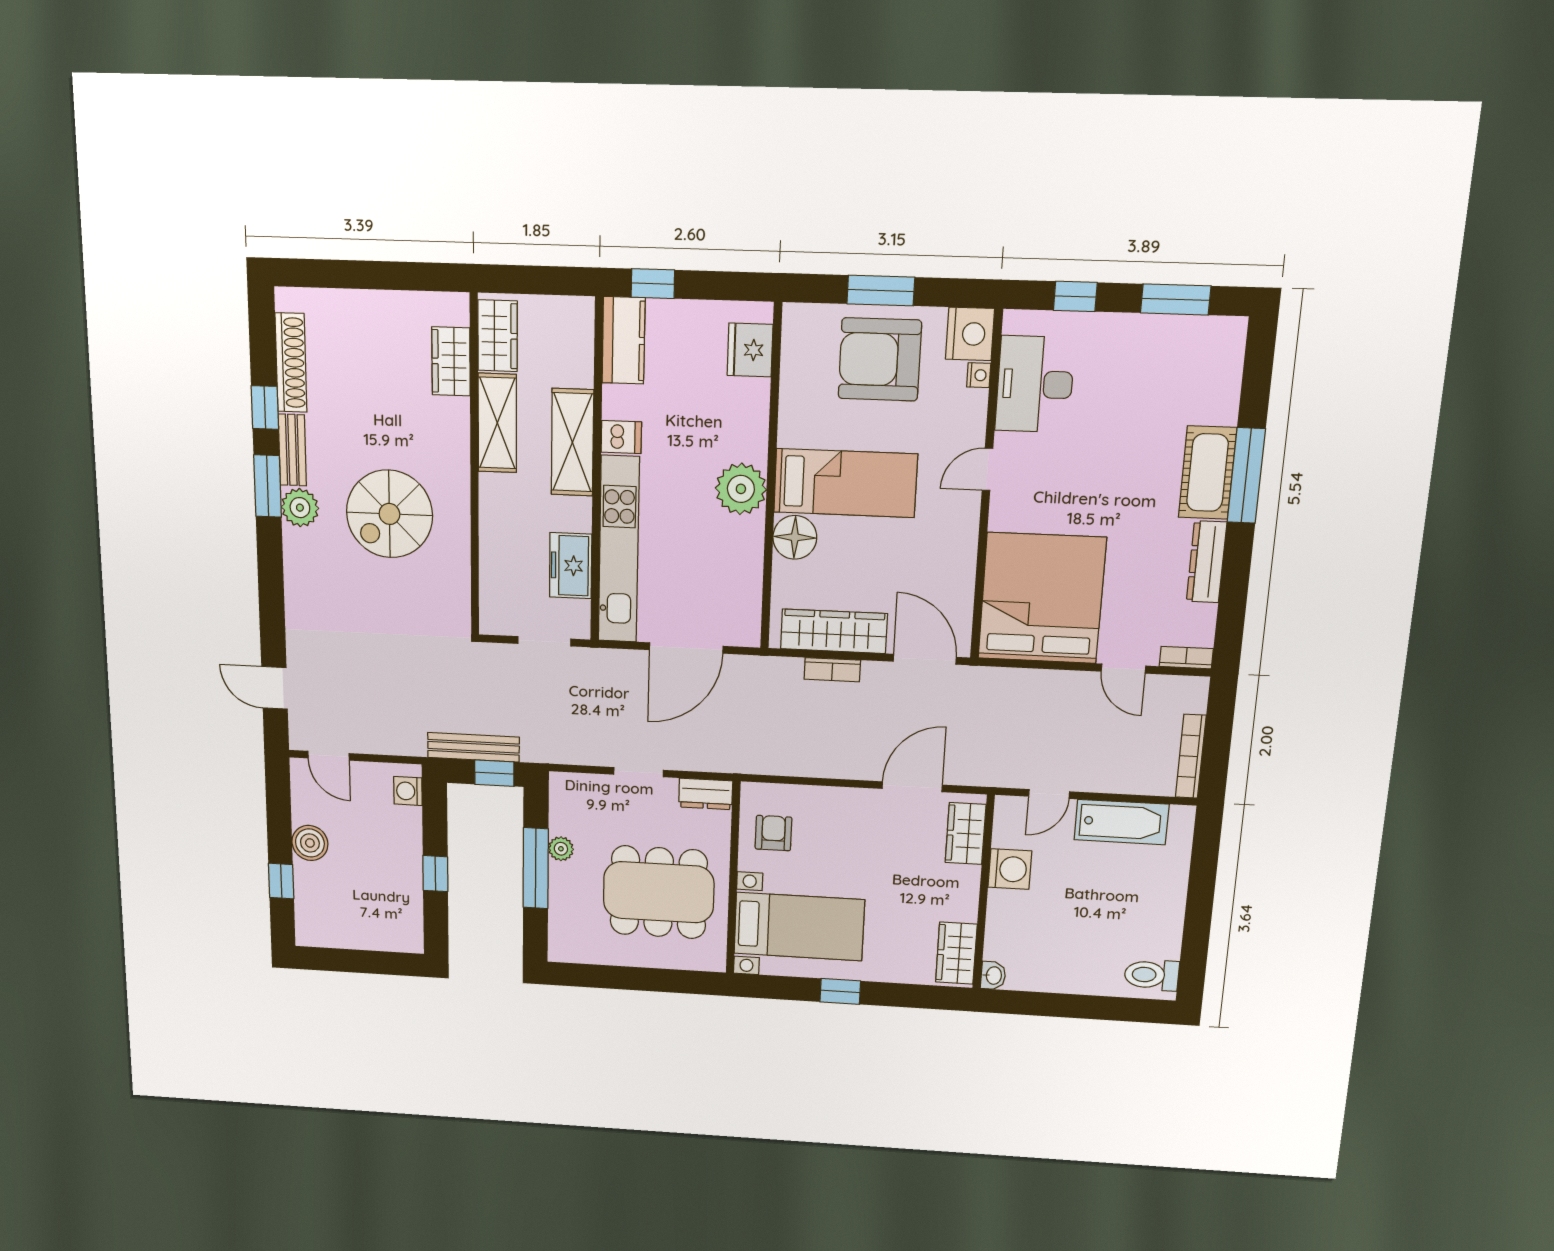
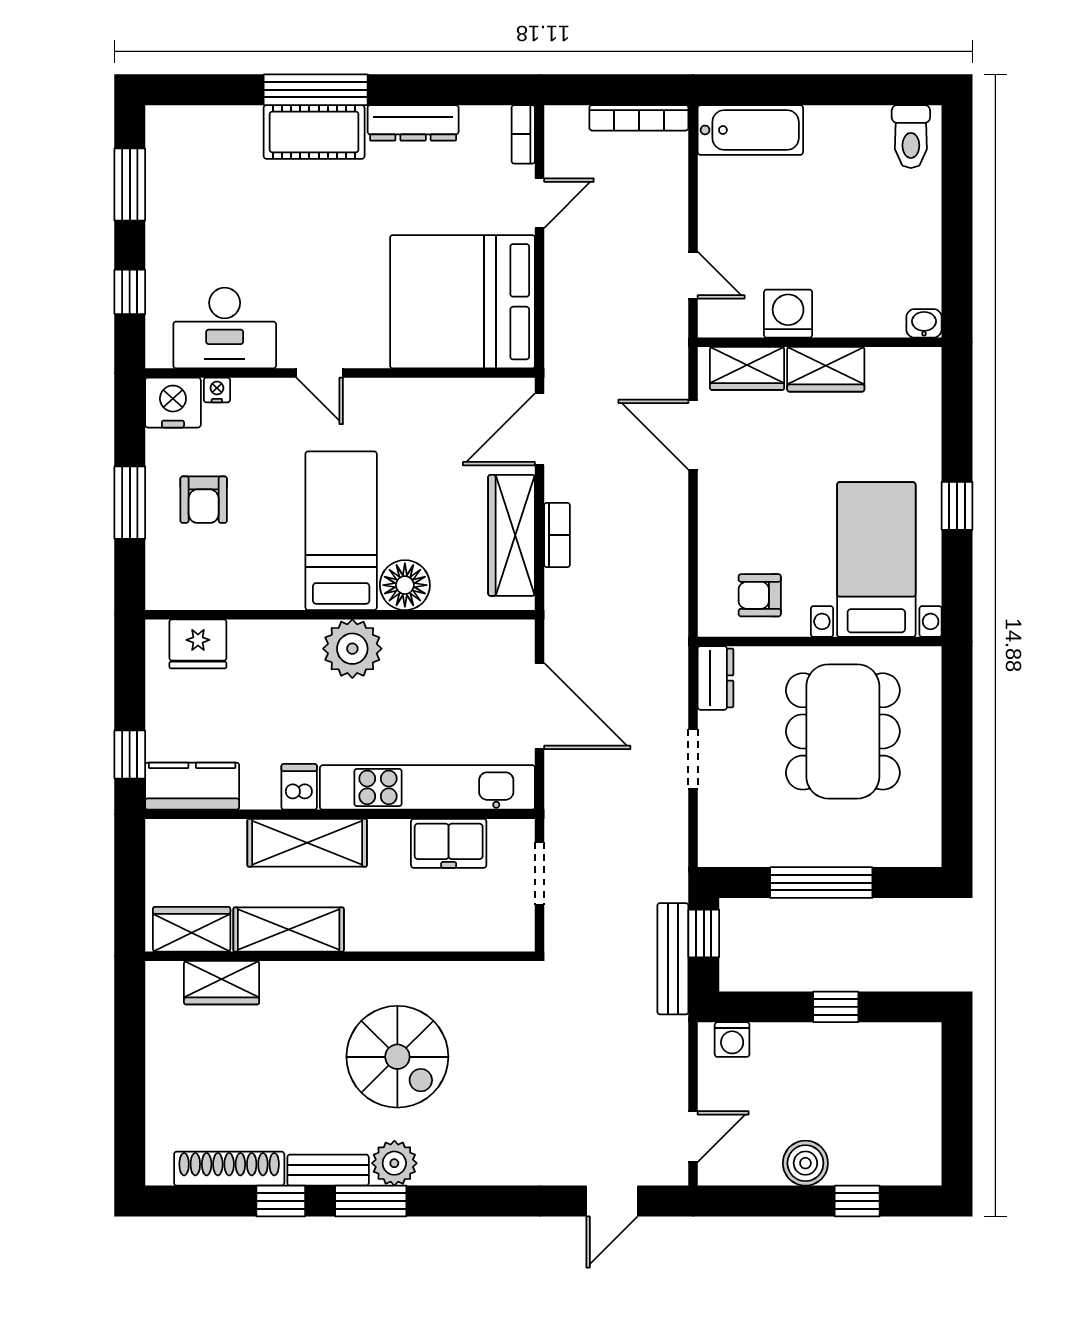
armchair: (880, 359) -> (204, 500), width x0.53, depth x0.53
bathtub: (1121, 822) -> (750, 130), moved, turned 90
plant: (561, 849) -> (794, 852), removed
wardrobe: (956, 953) -> (826, 369), moved

